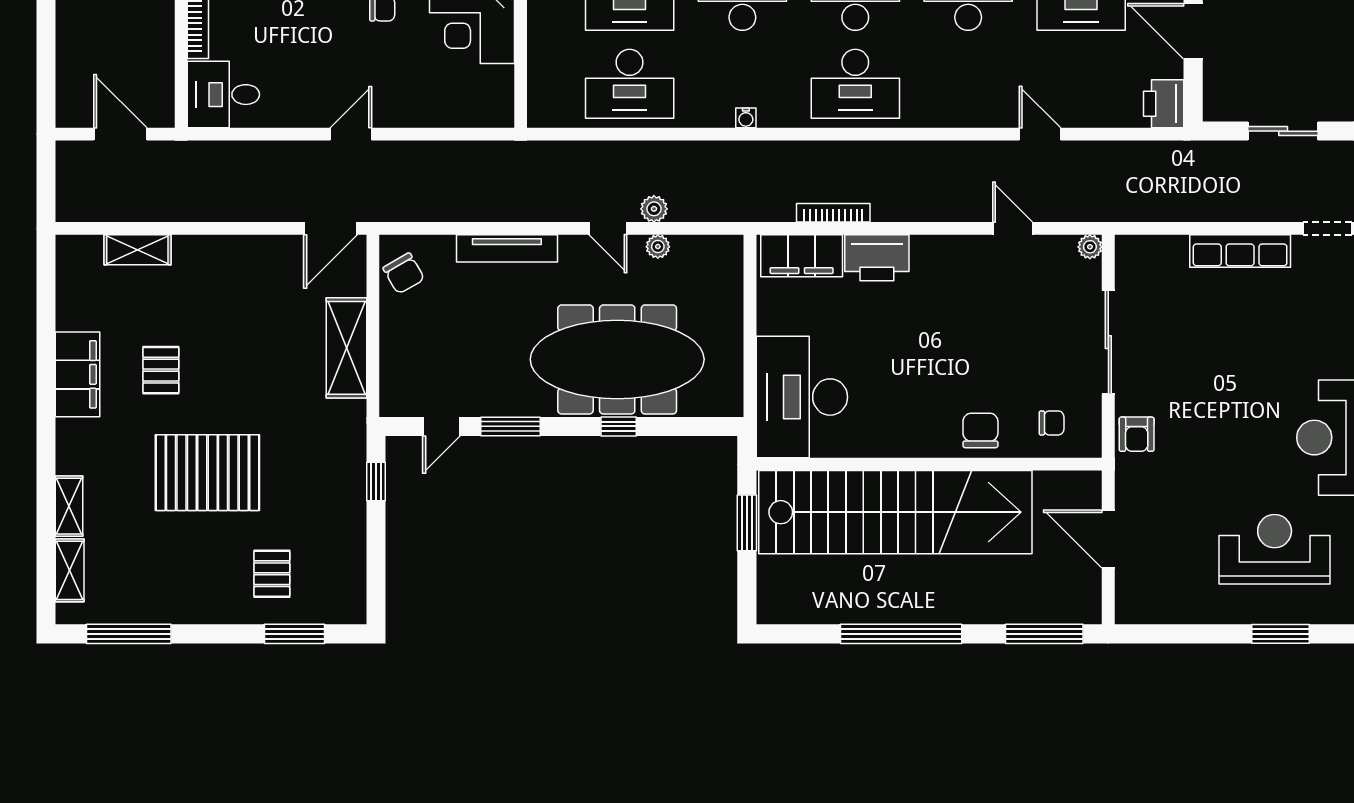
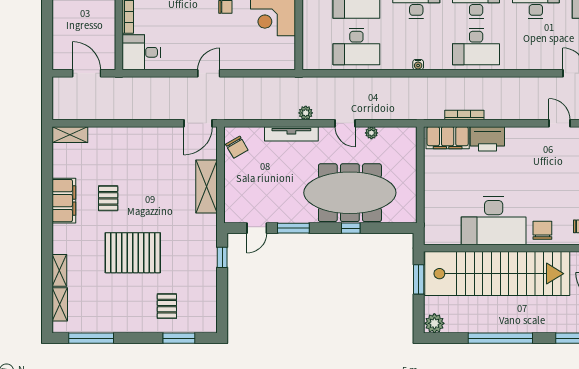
plant: (654, 209) -> (306, 113), moved
shelving: (137, 250) -> (70, 135), moved
desk: (802, 397) -> (494, 221), moved, turned -90
plant: (777, 606) -> (434, 323), added

